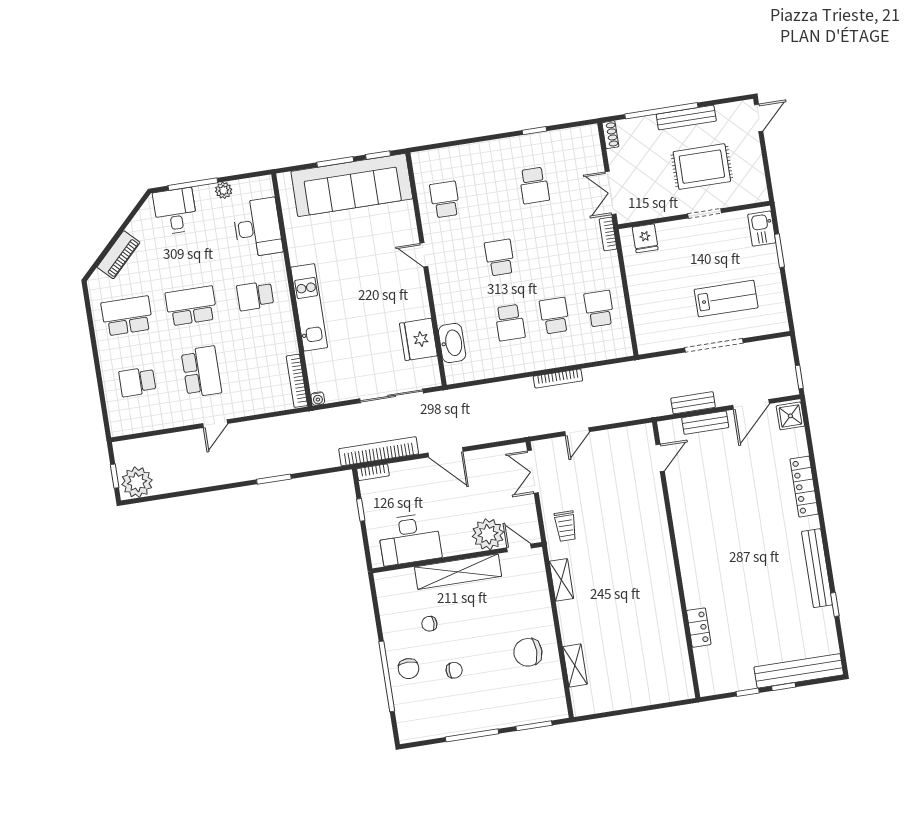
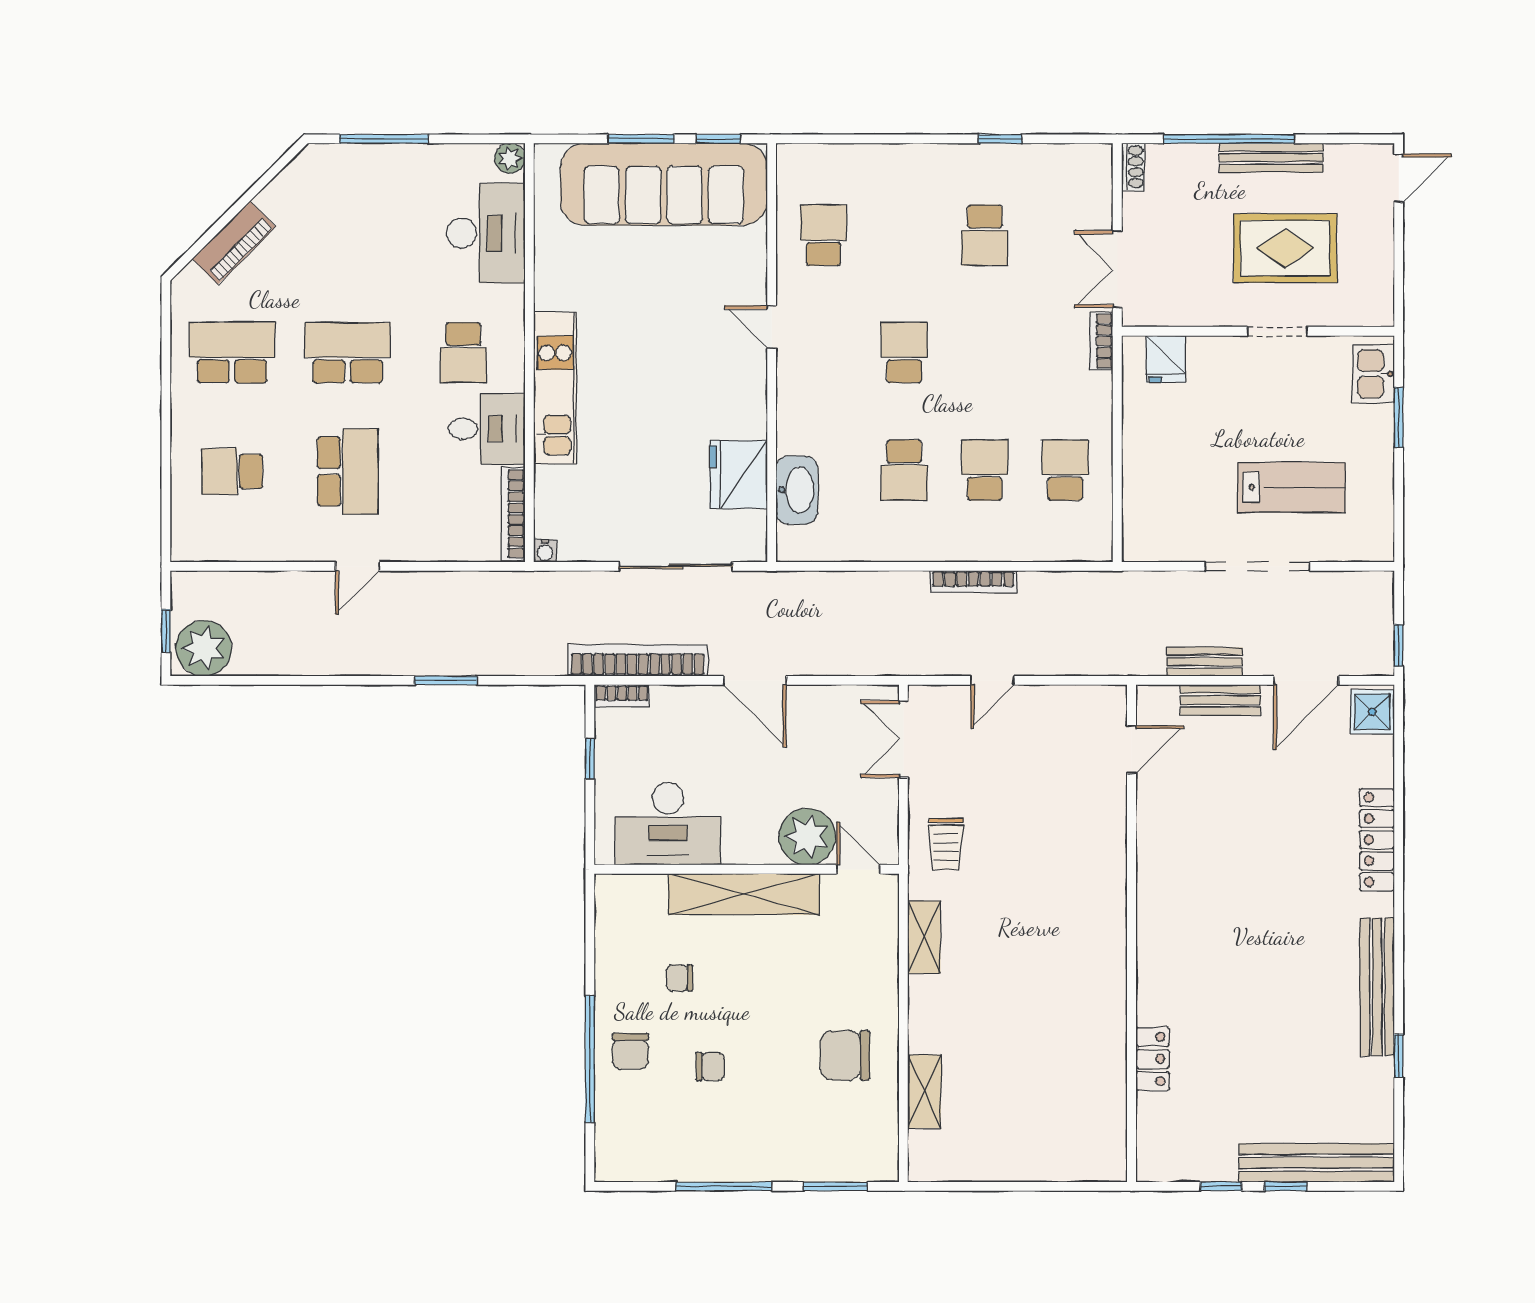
plant: (224, 190) -> (510, 158), moved
desk: (175, 211) -> (487, 429), moved, turned 90
school desk: (255, 296) -> (463, 353), turned -90

